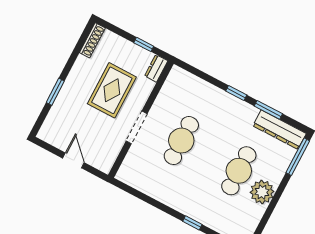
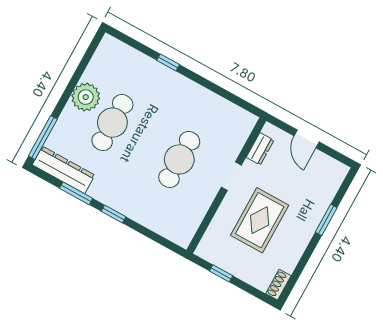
shoe rack: (92, 40) -> (278, 285), width x0.70
dresser: (156, 68) -> (260, 149), moved
doorway: (137, 127) -> (231, 176), width x0.73

